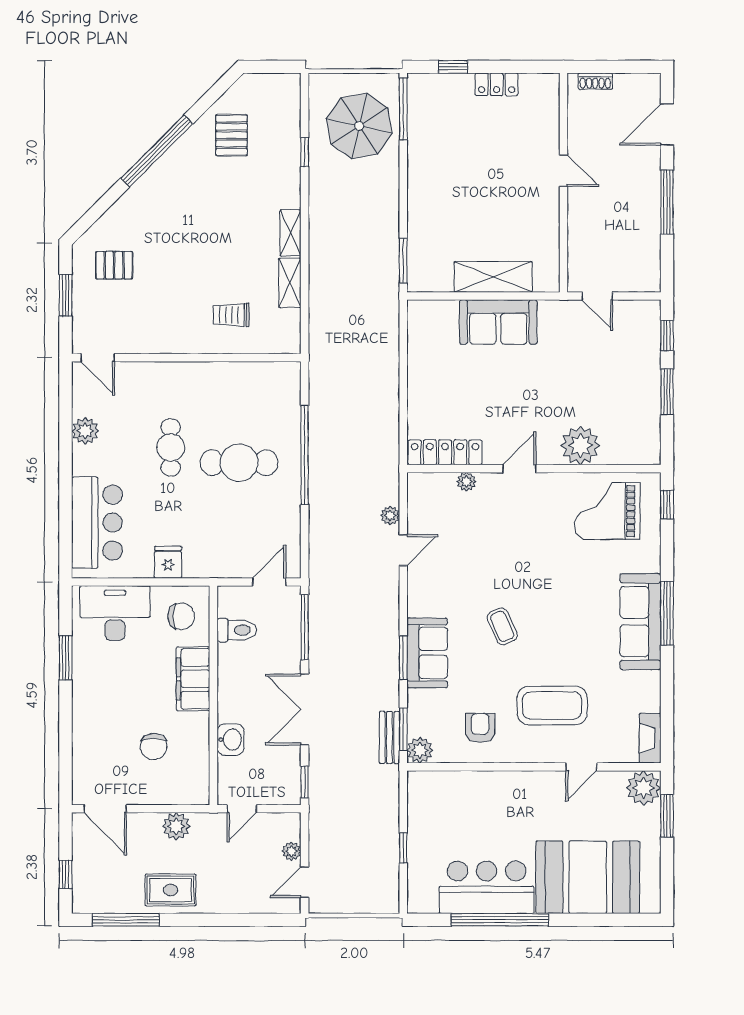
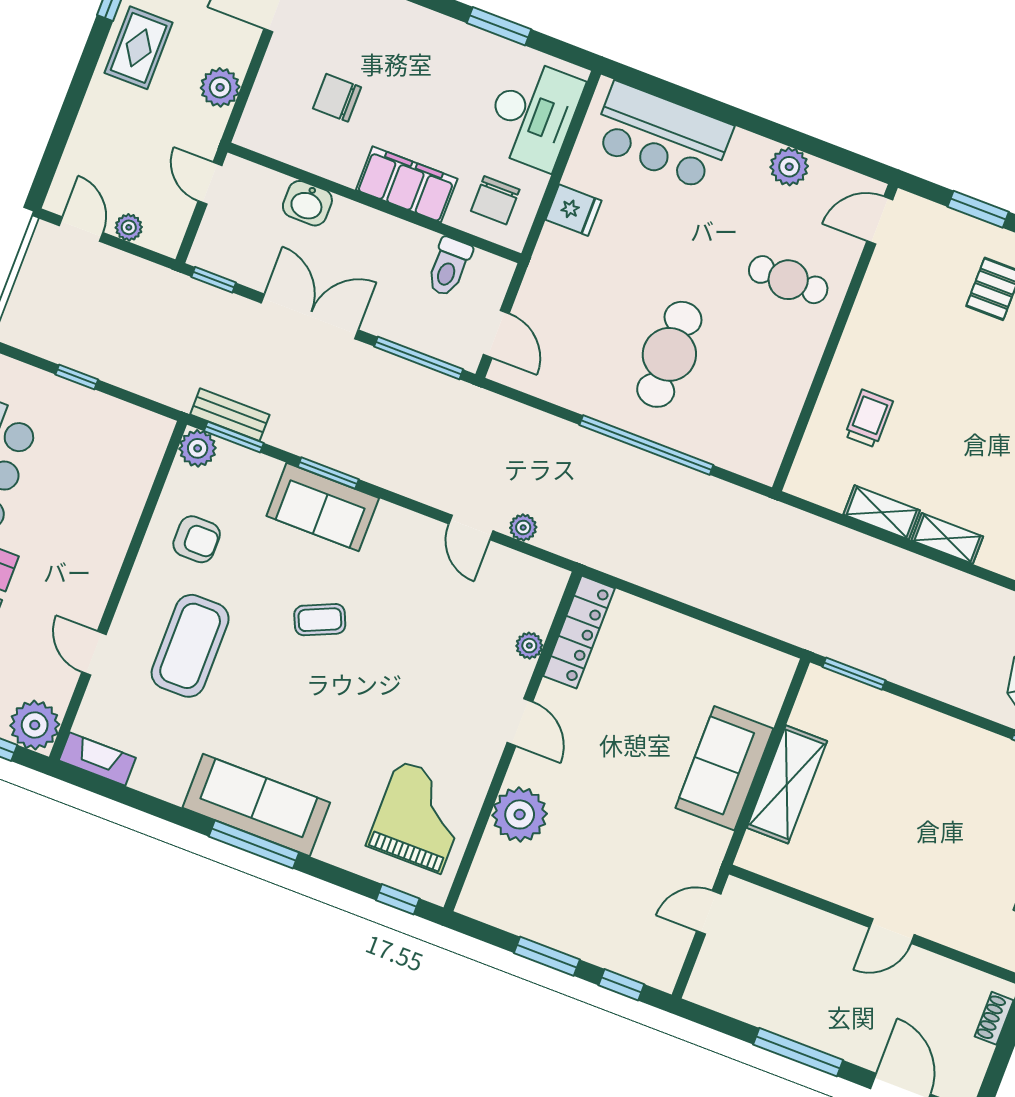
cafe table: (171, 447) -> (788, 280), moved

